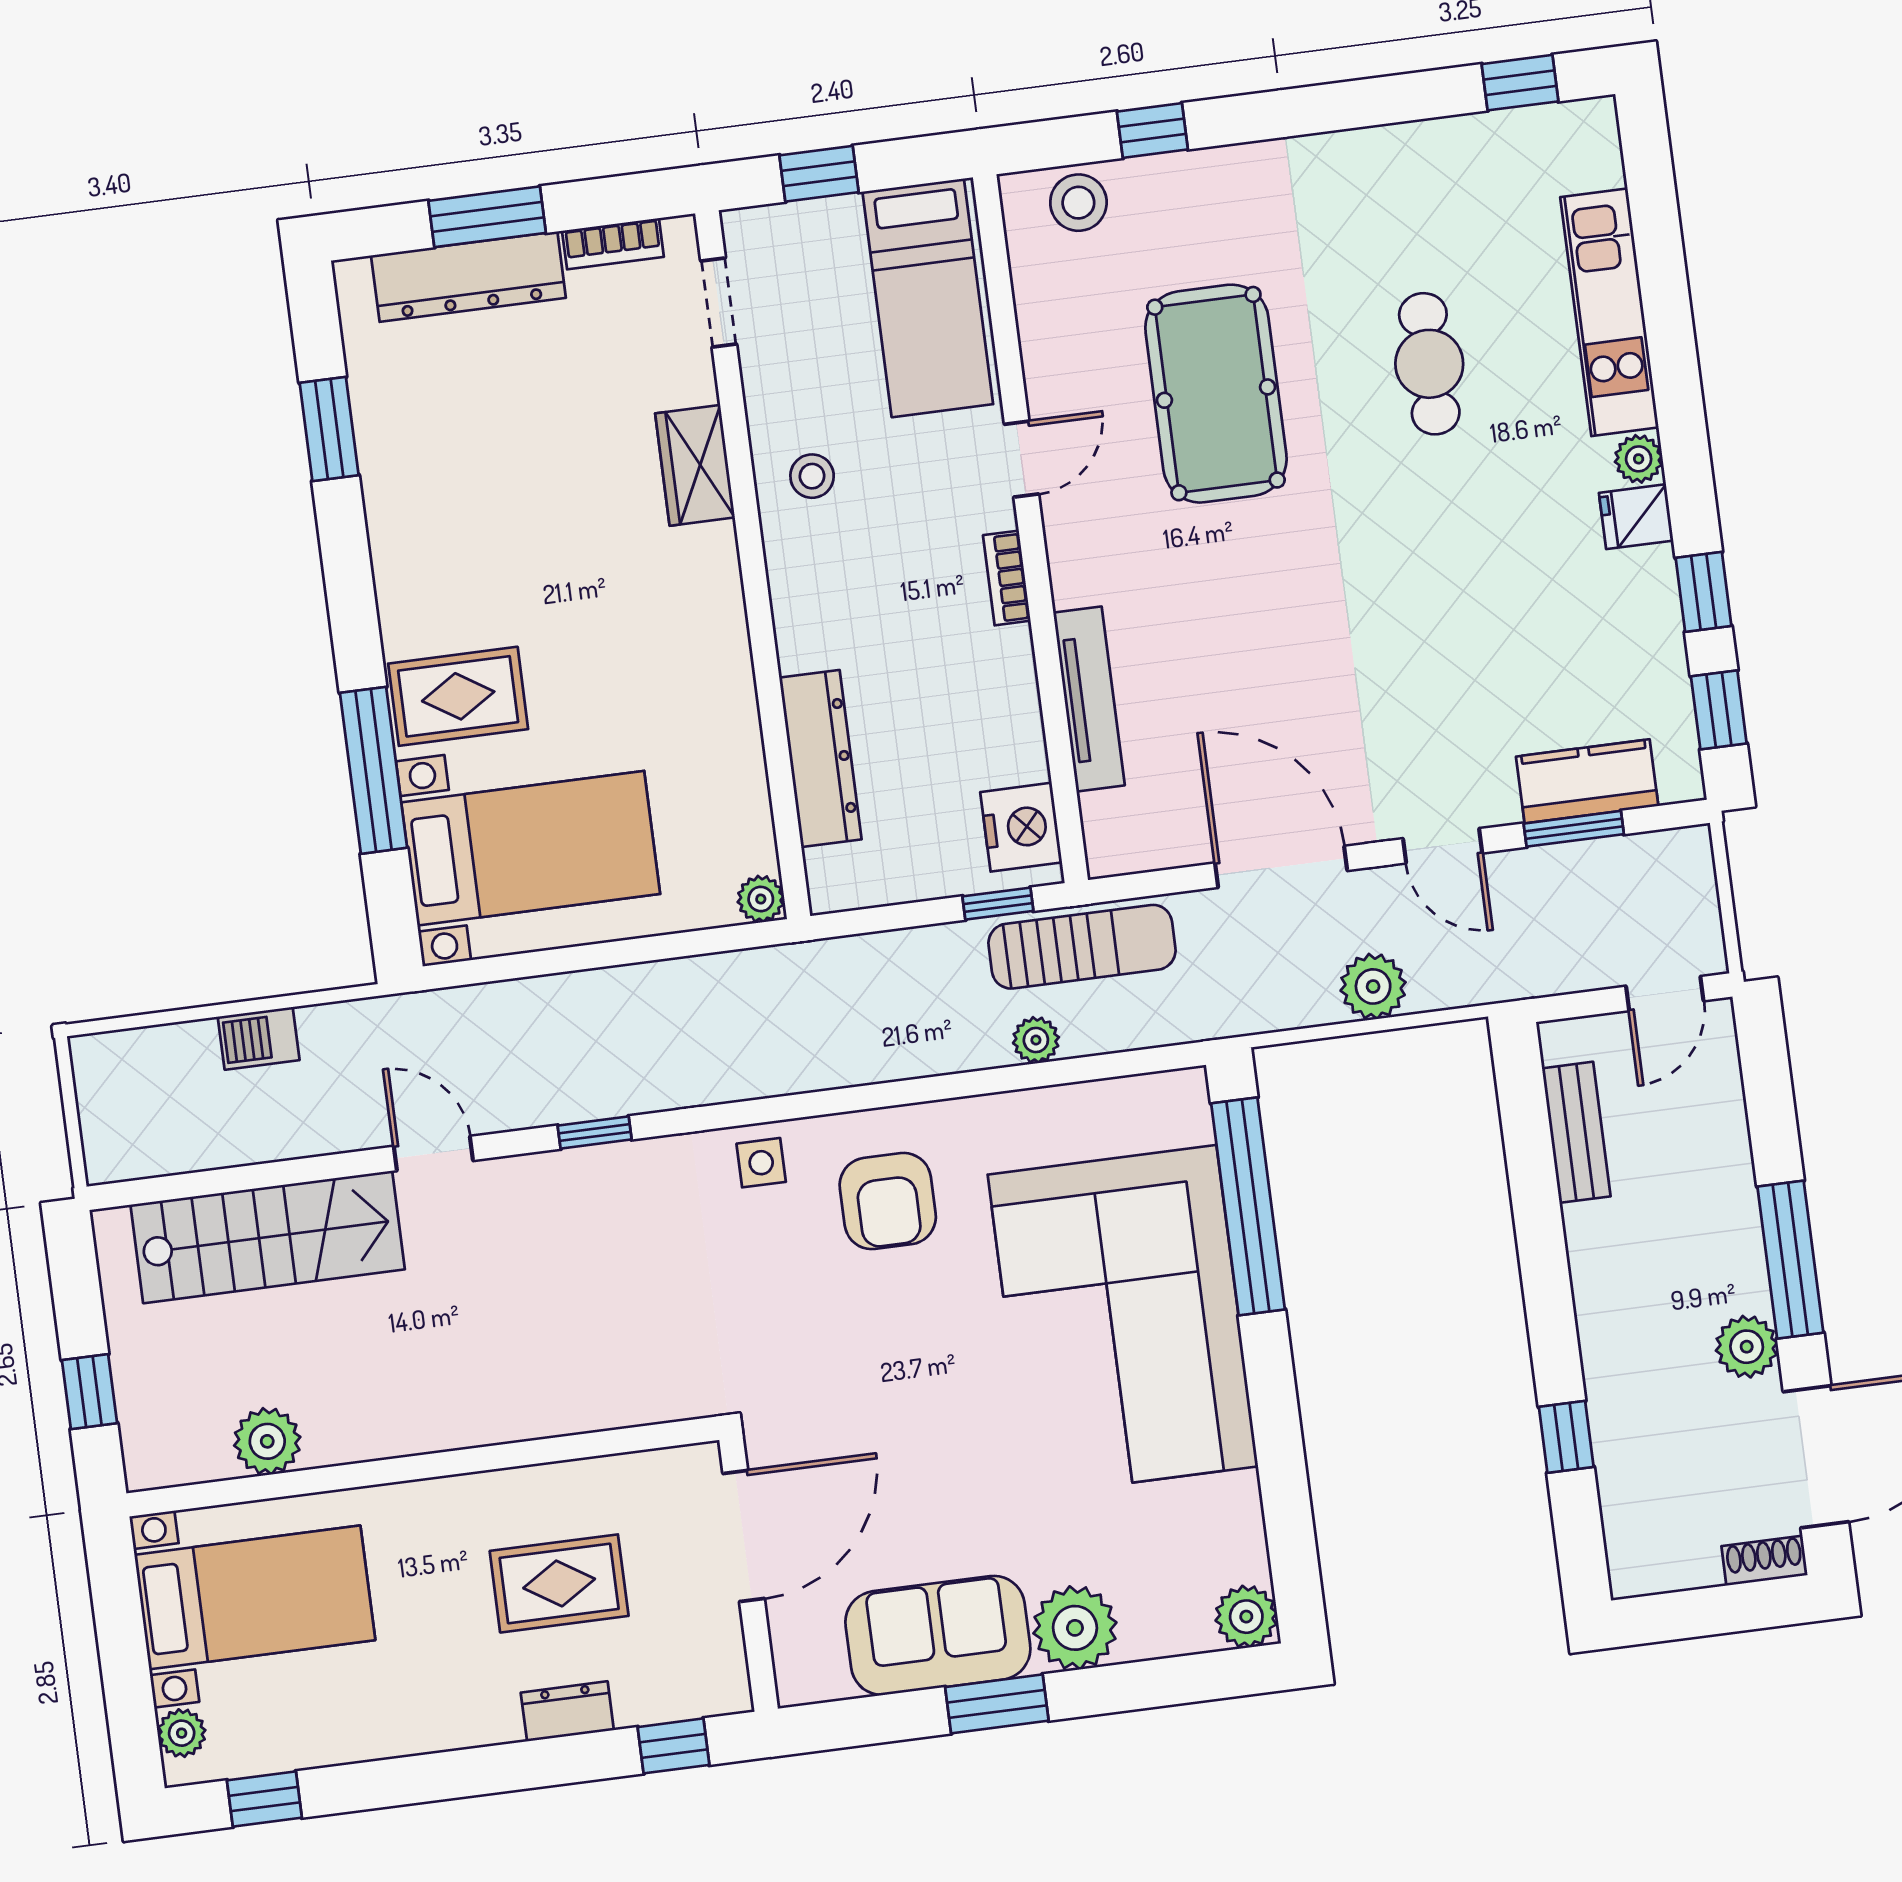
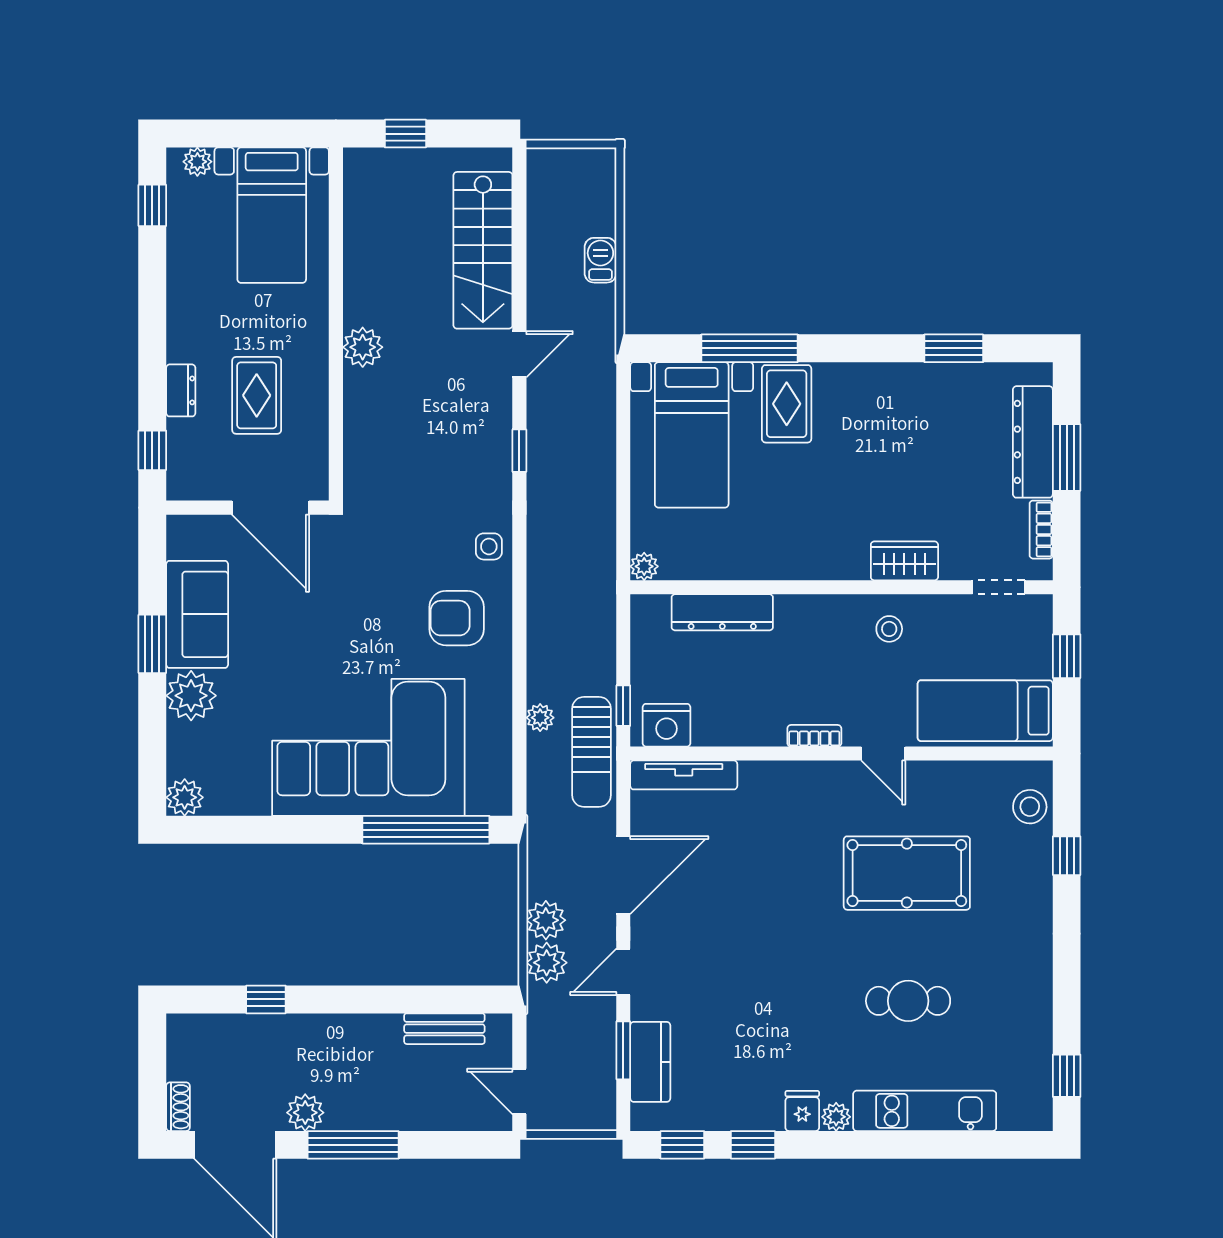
tv unit: (1089, 699) -> (684, 775), moved
plant: (1444, 976) -> (547, 963), added
plant: (267, 1441) -> (363, 347), moved

